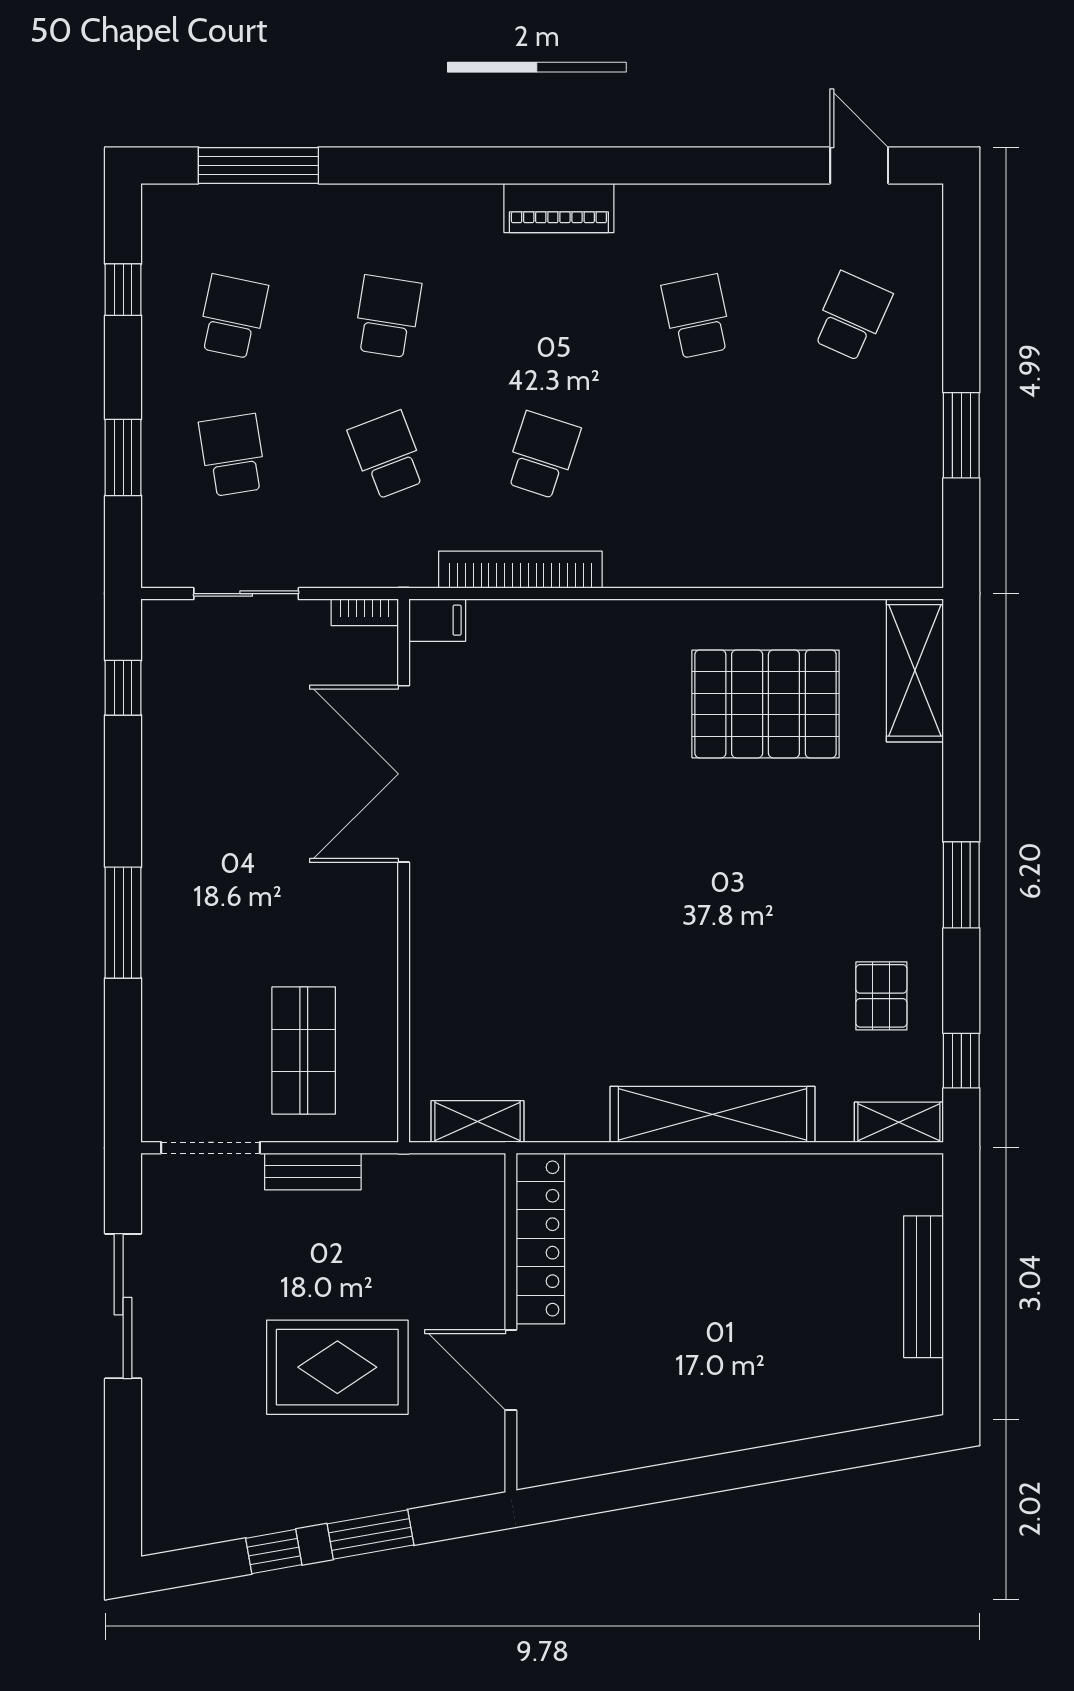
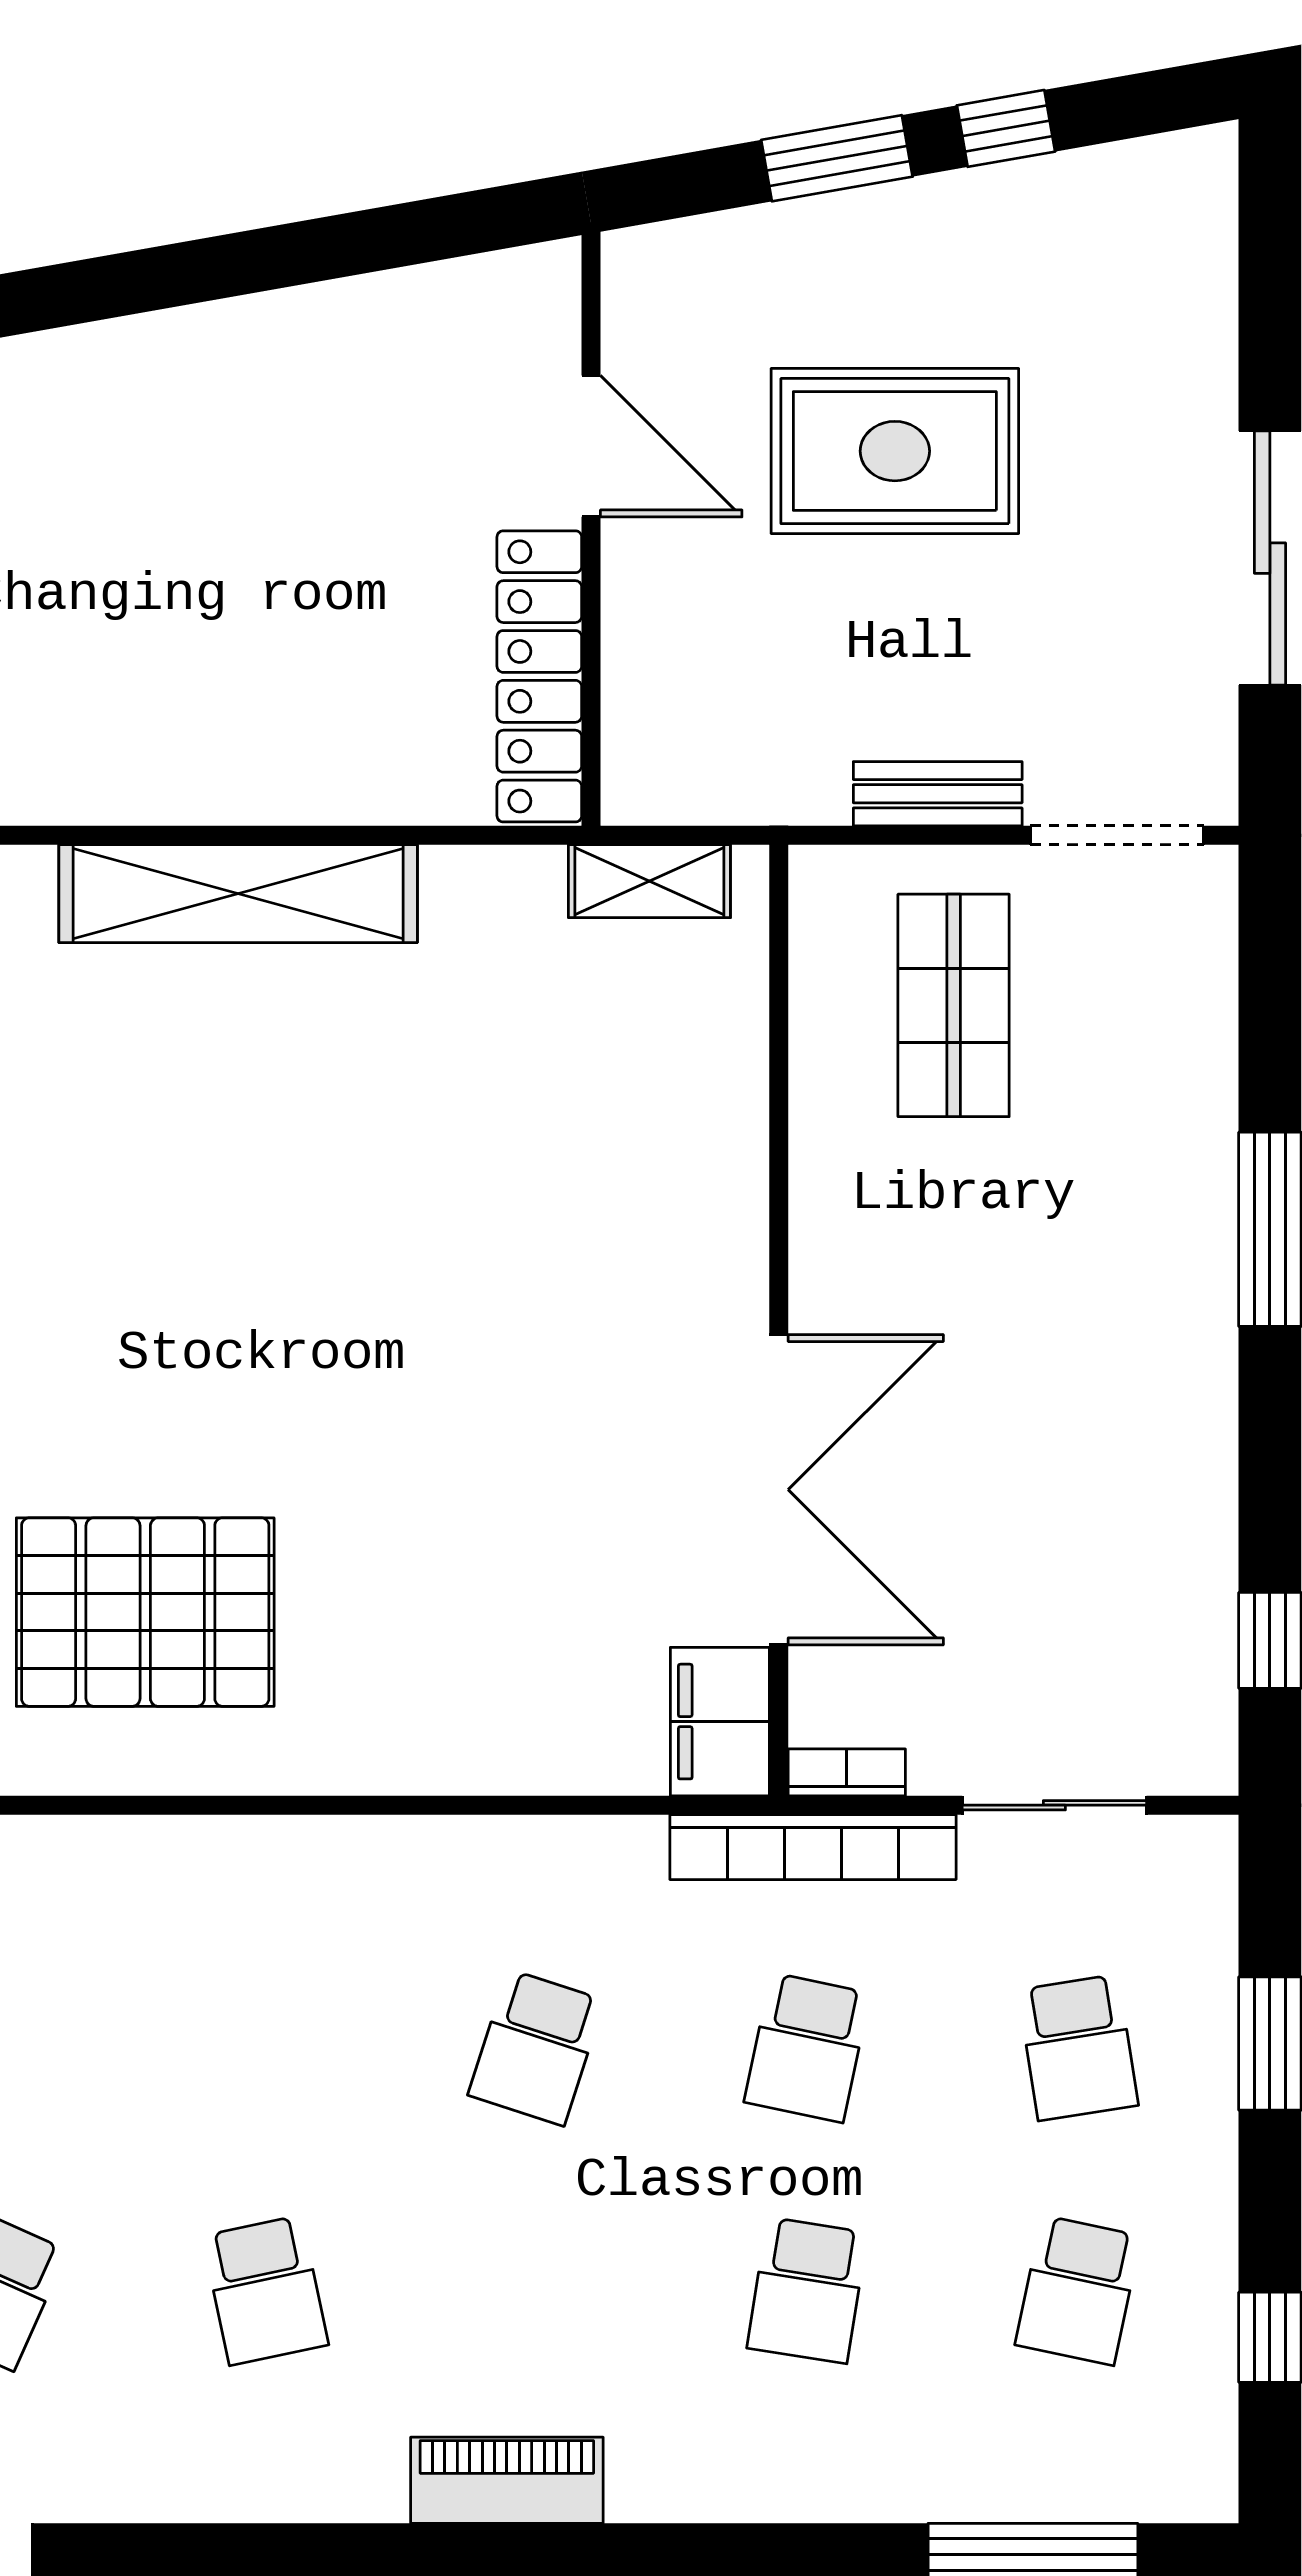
school desk: (387, 455) -> (807, 2048), turned 33
bookcase: (520, 570) -> (813, 1847), moved
filing cabinet: (437, 620) -> (720, 1722), width x2.00

